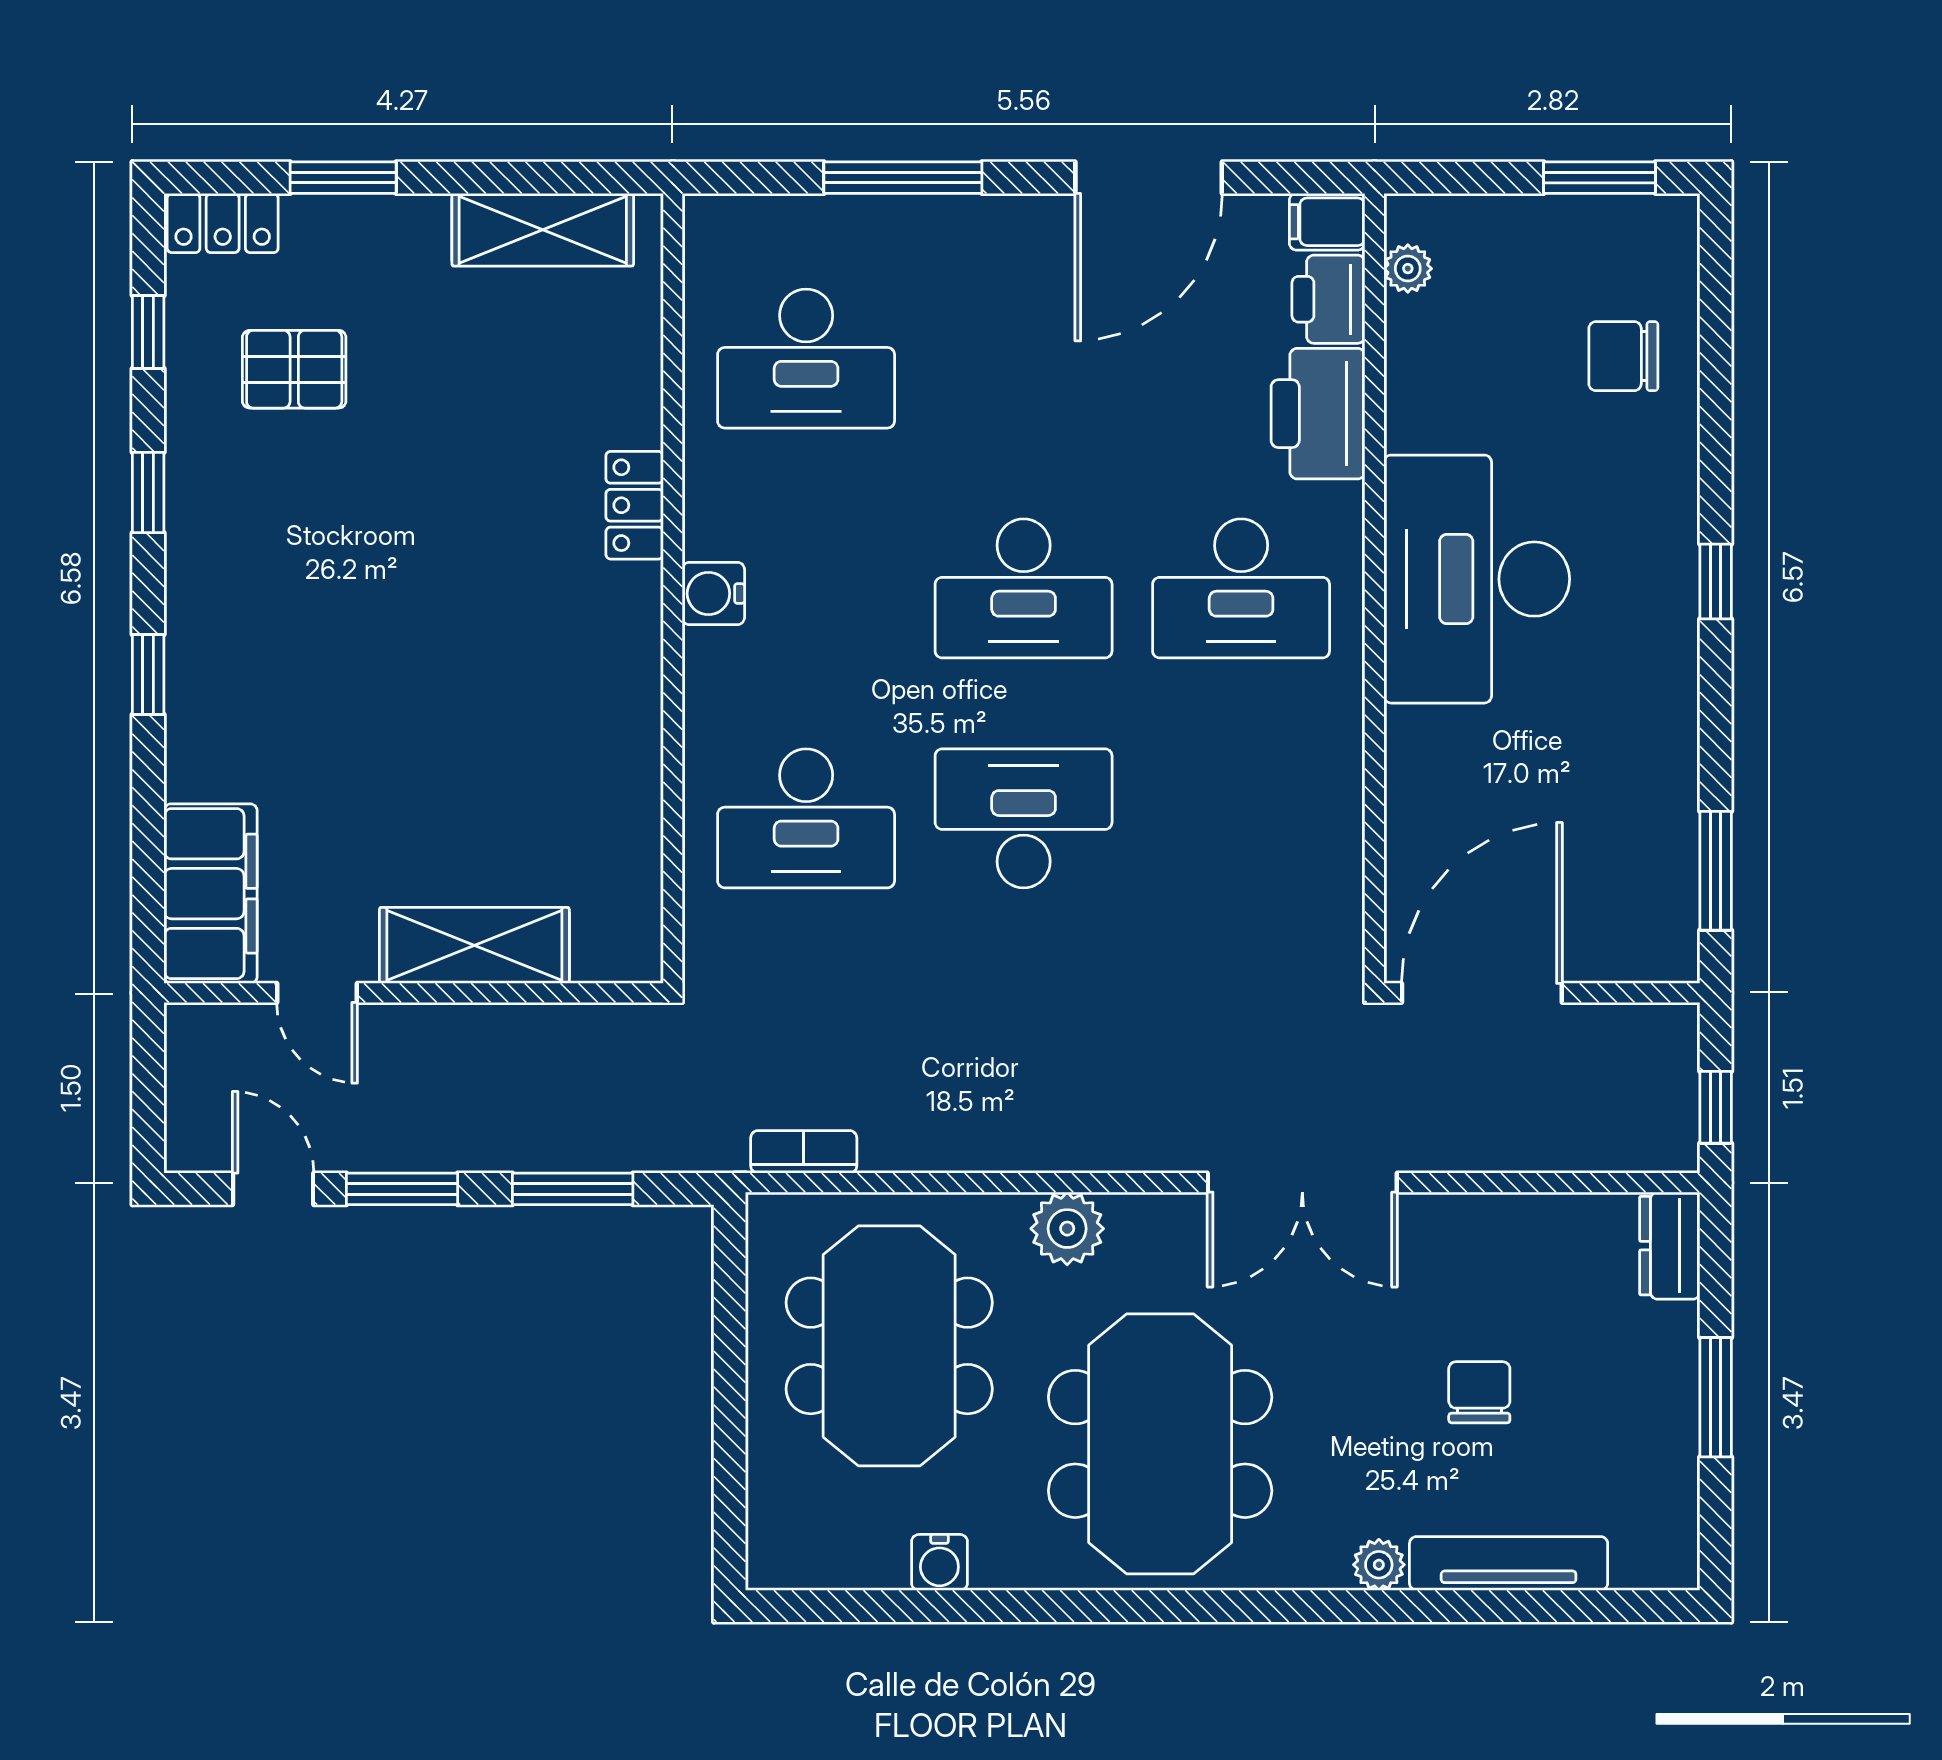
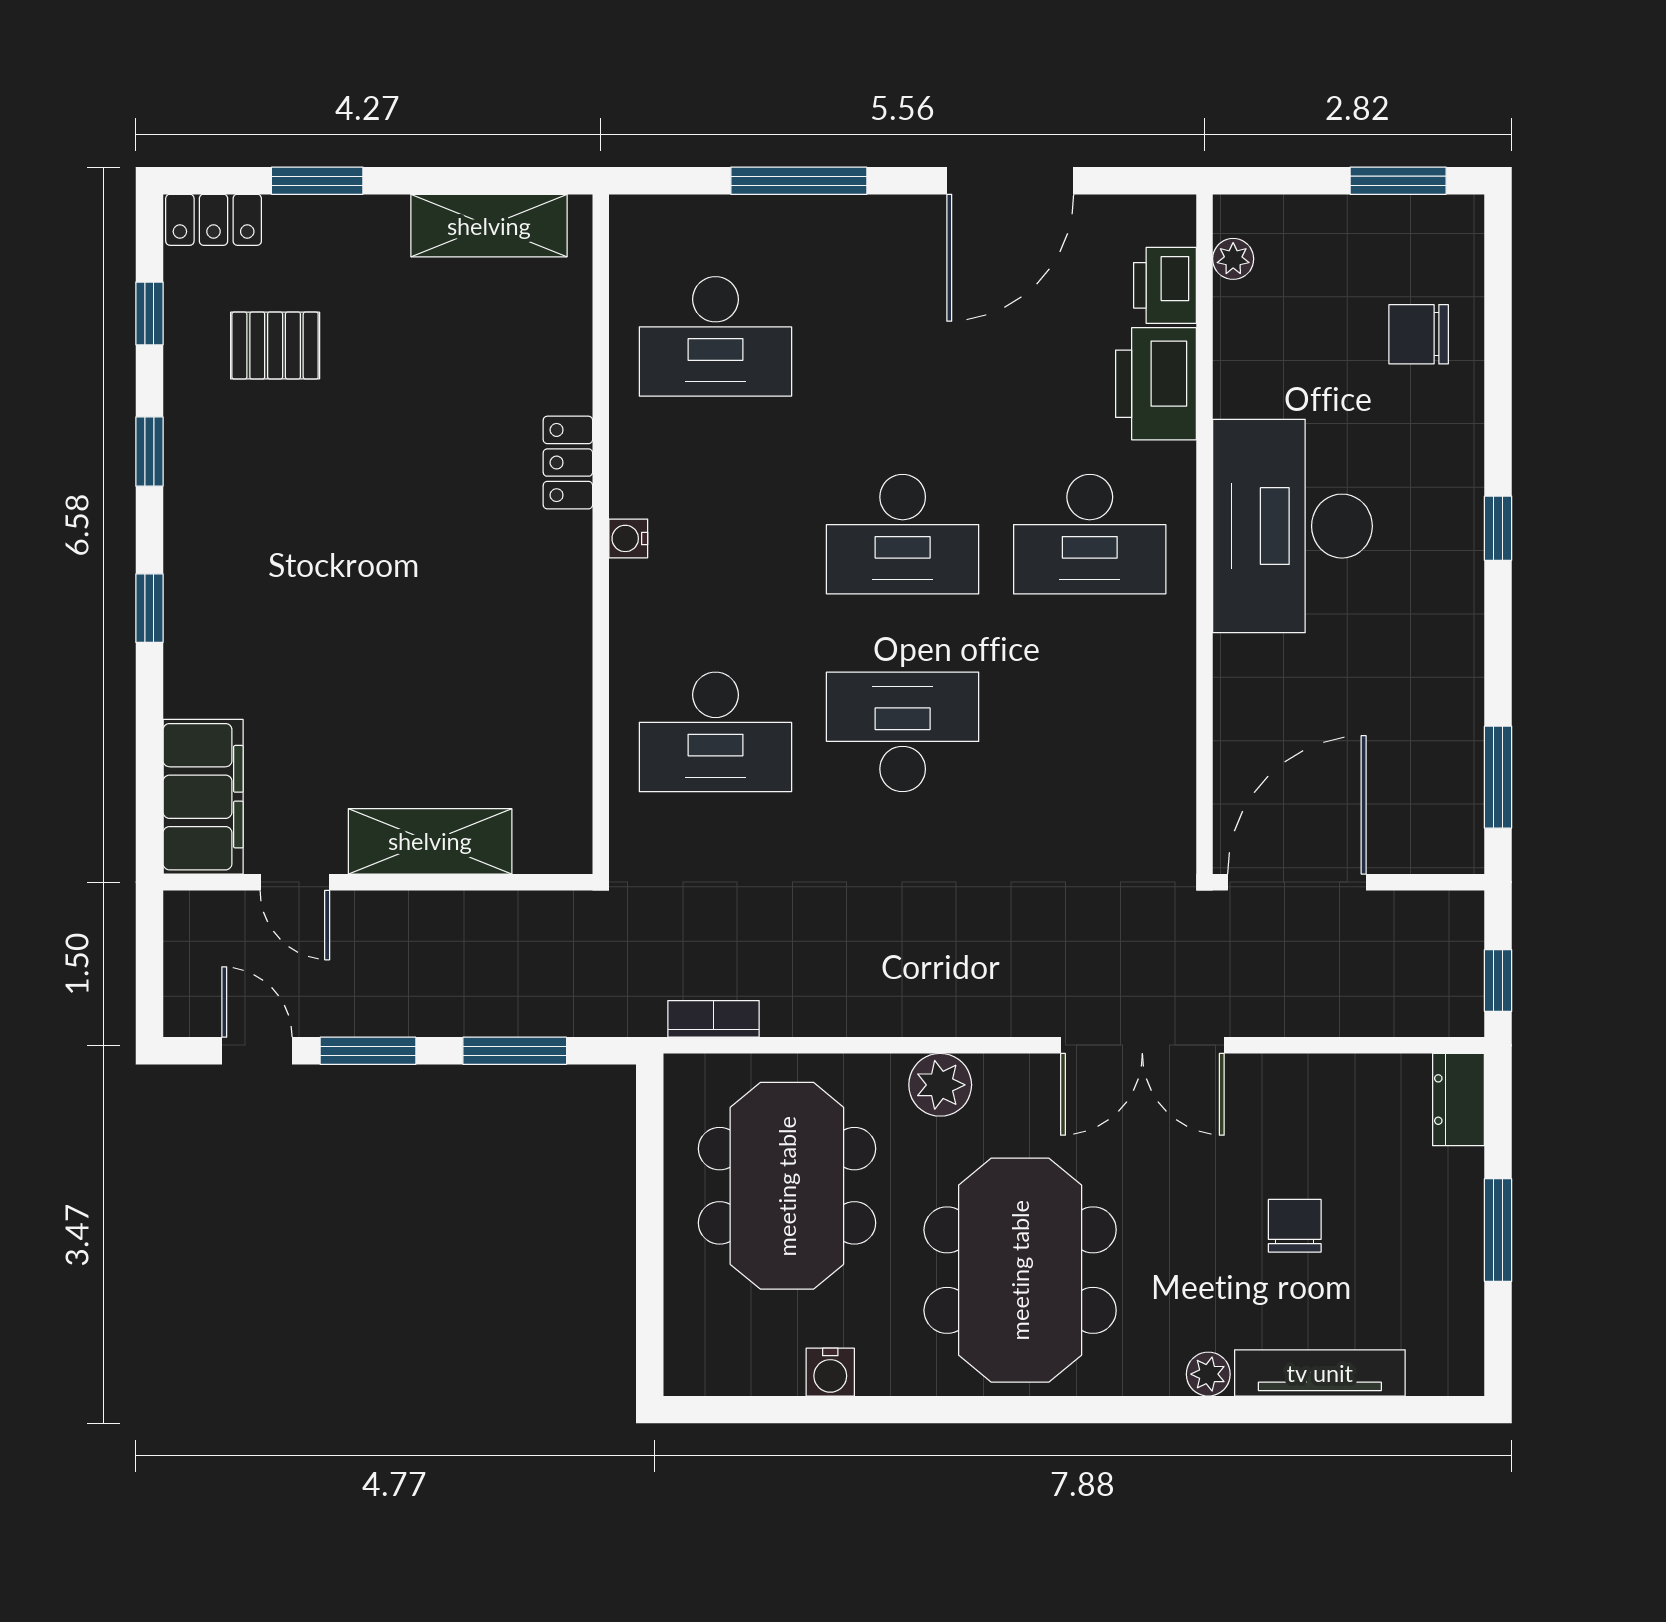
filing cabinet: (1327, 222) -> (1164, 219), removed
water cooler: (713, 593) -> (628, 538), width x0.72, depth x0.72

